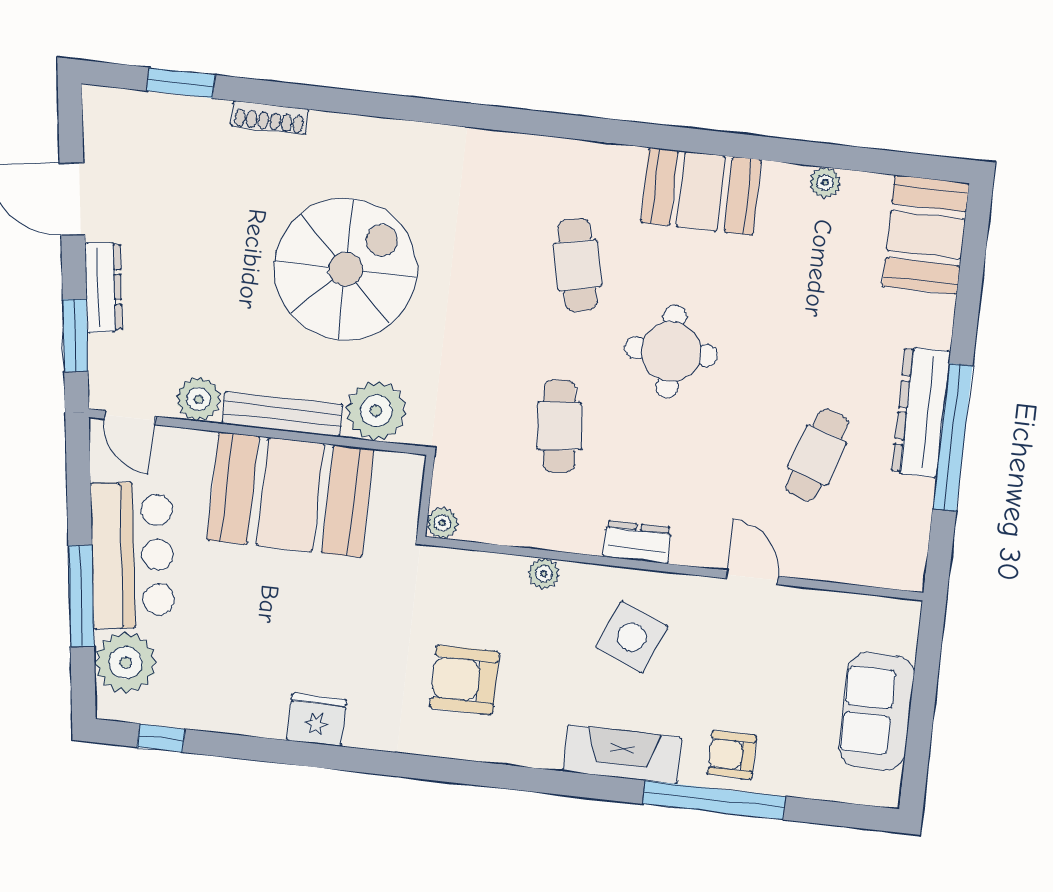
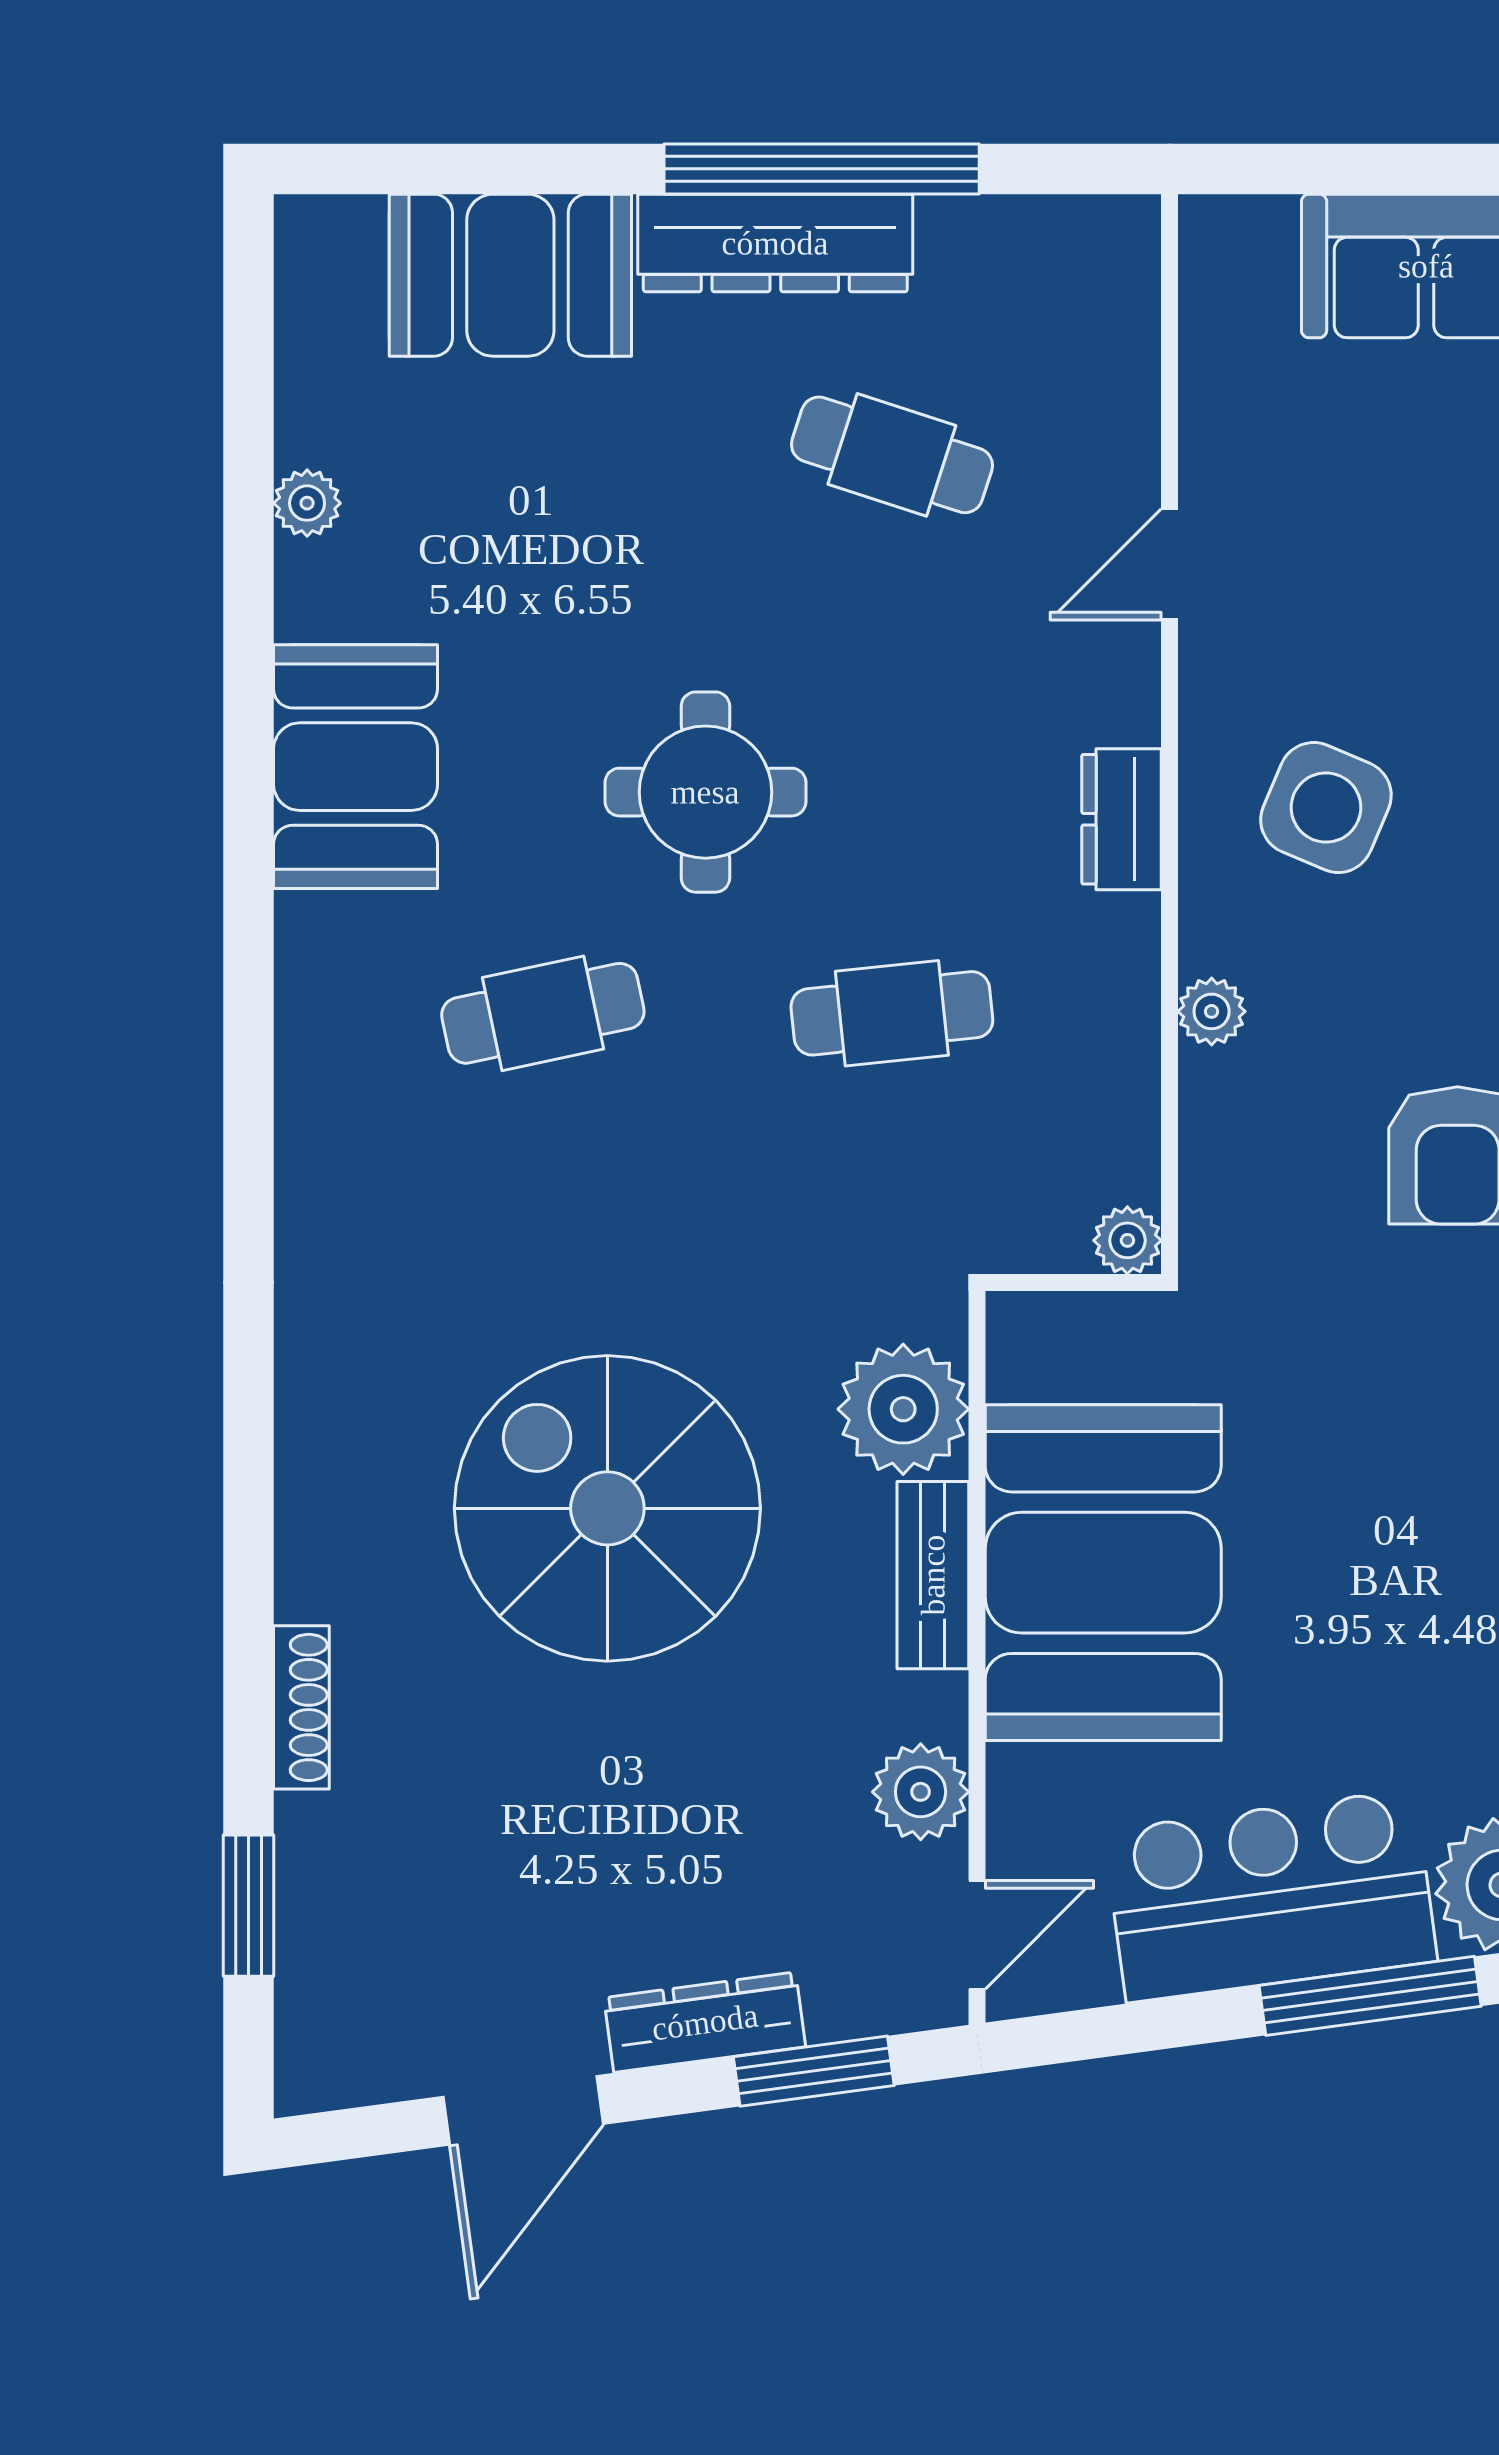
booth: (926, 235) -> (510, 275), moved
bench: (282, 414) -> (933, 1575), width x0.73

